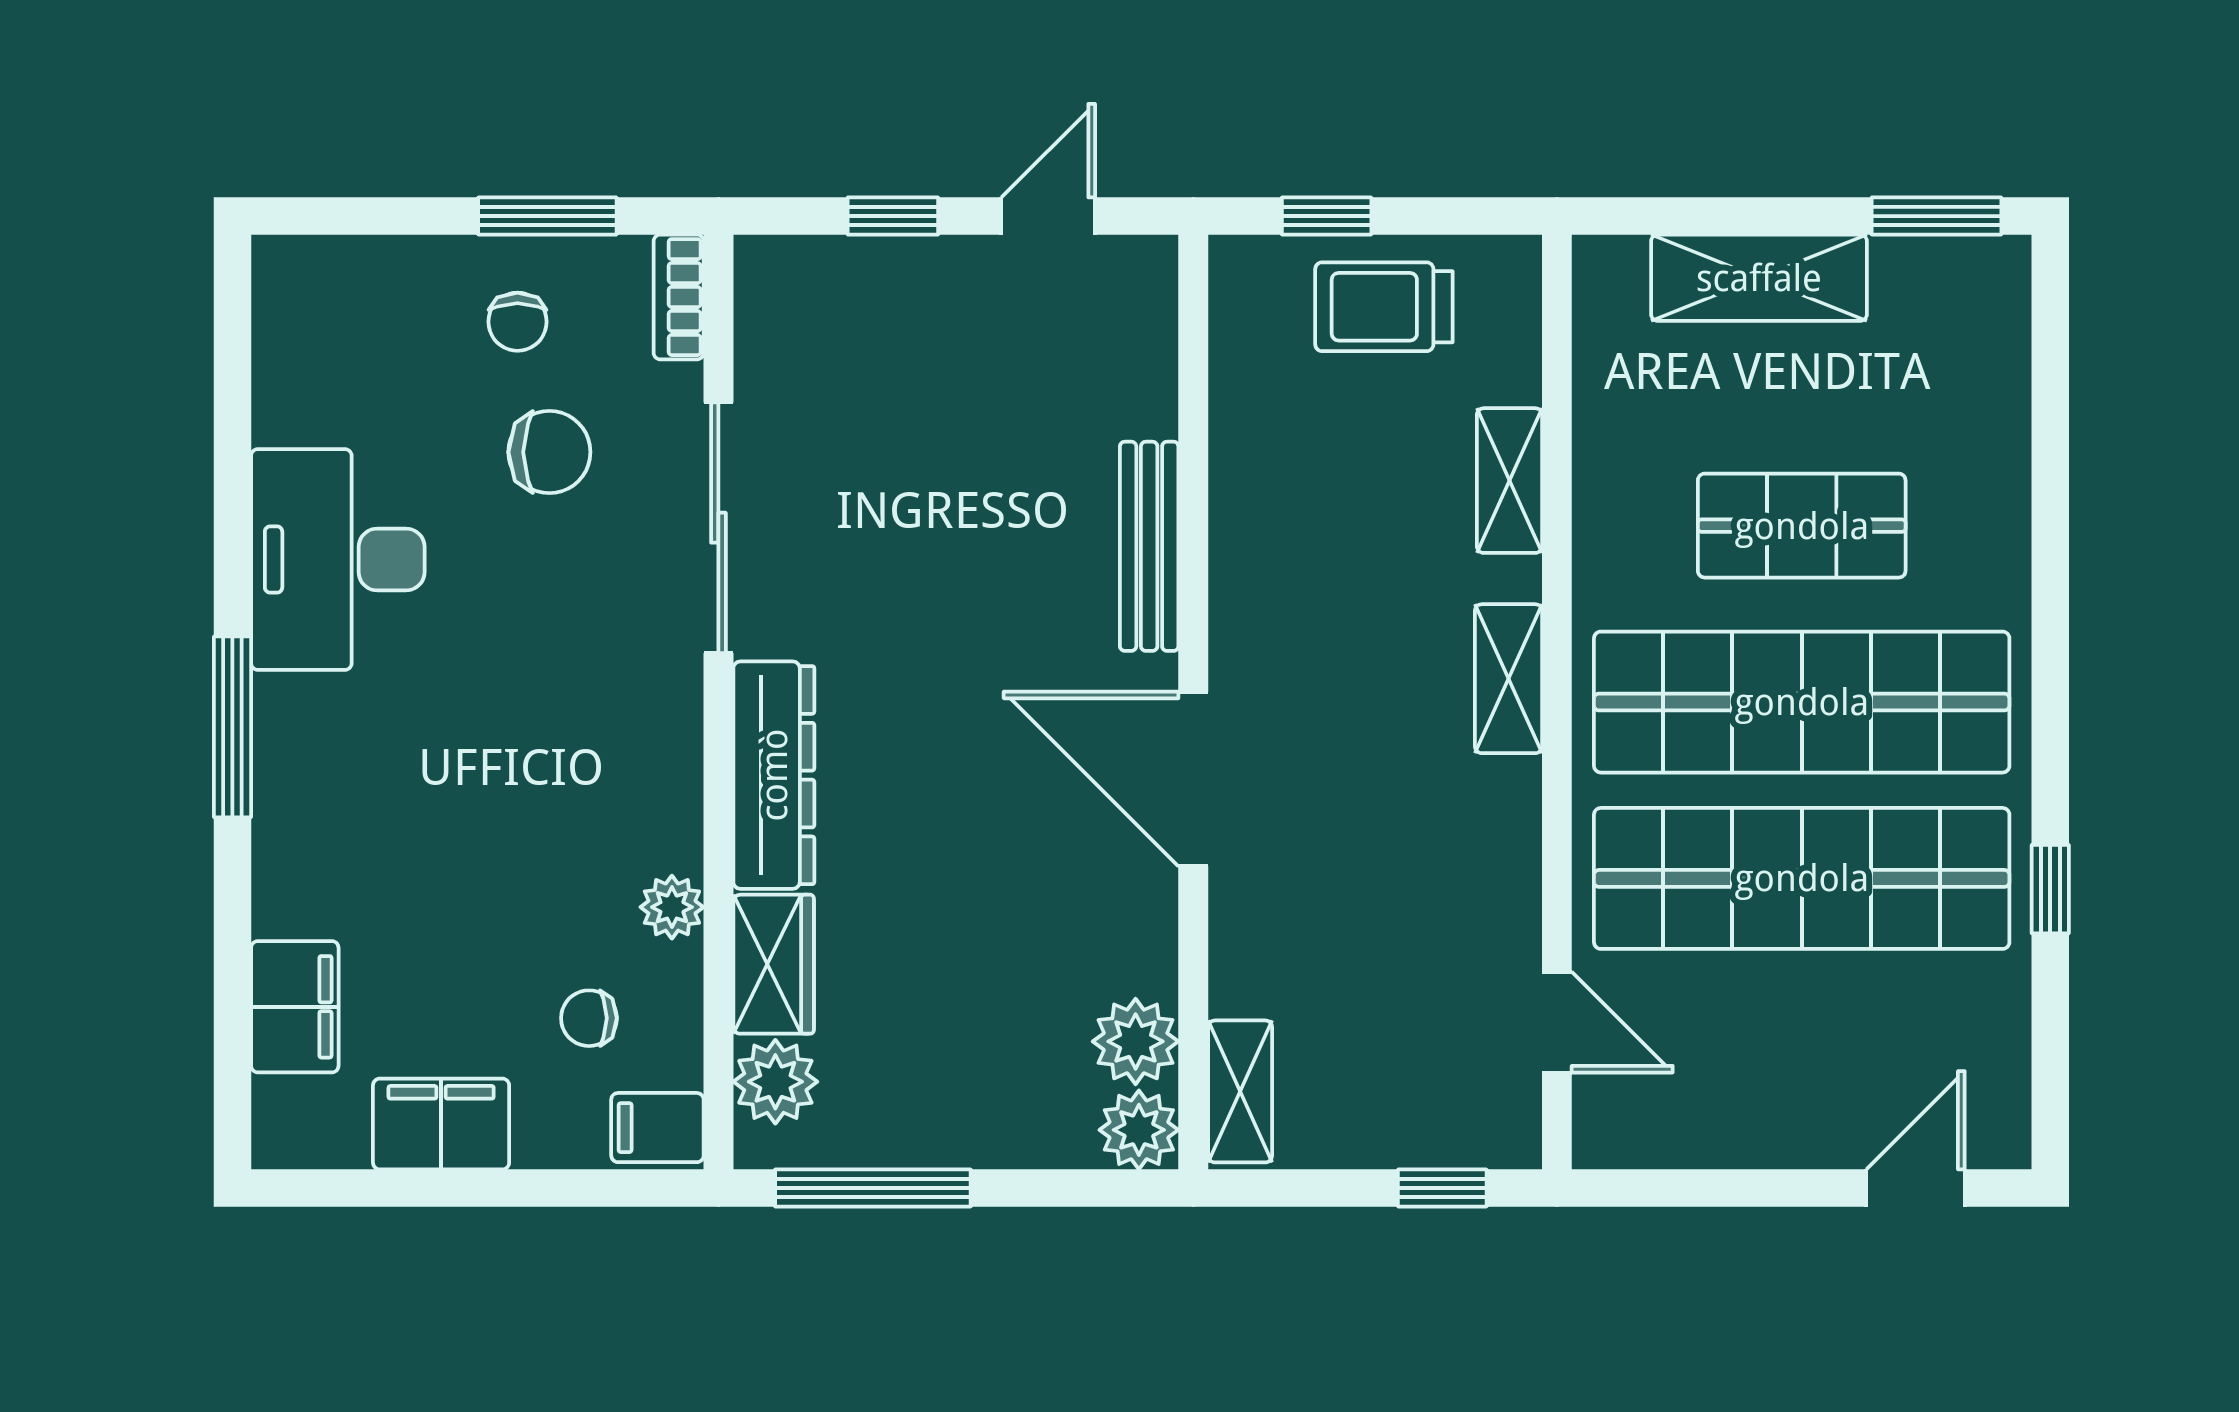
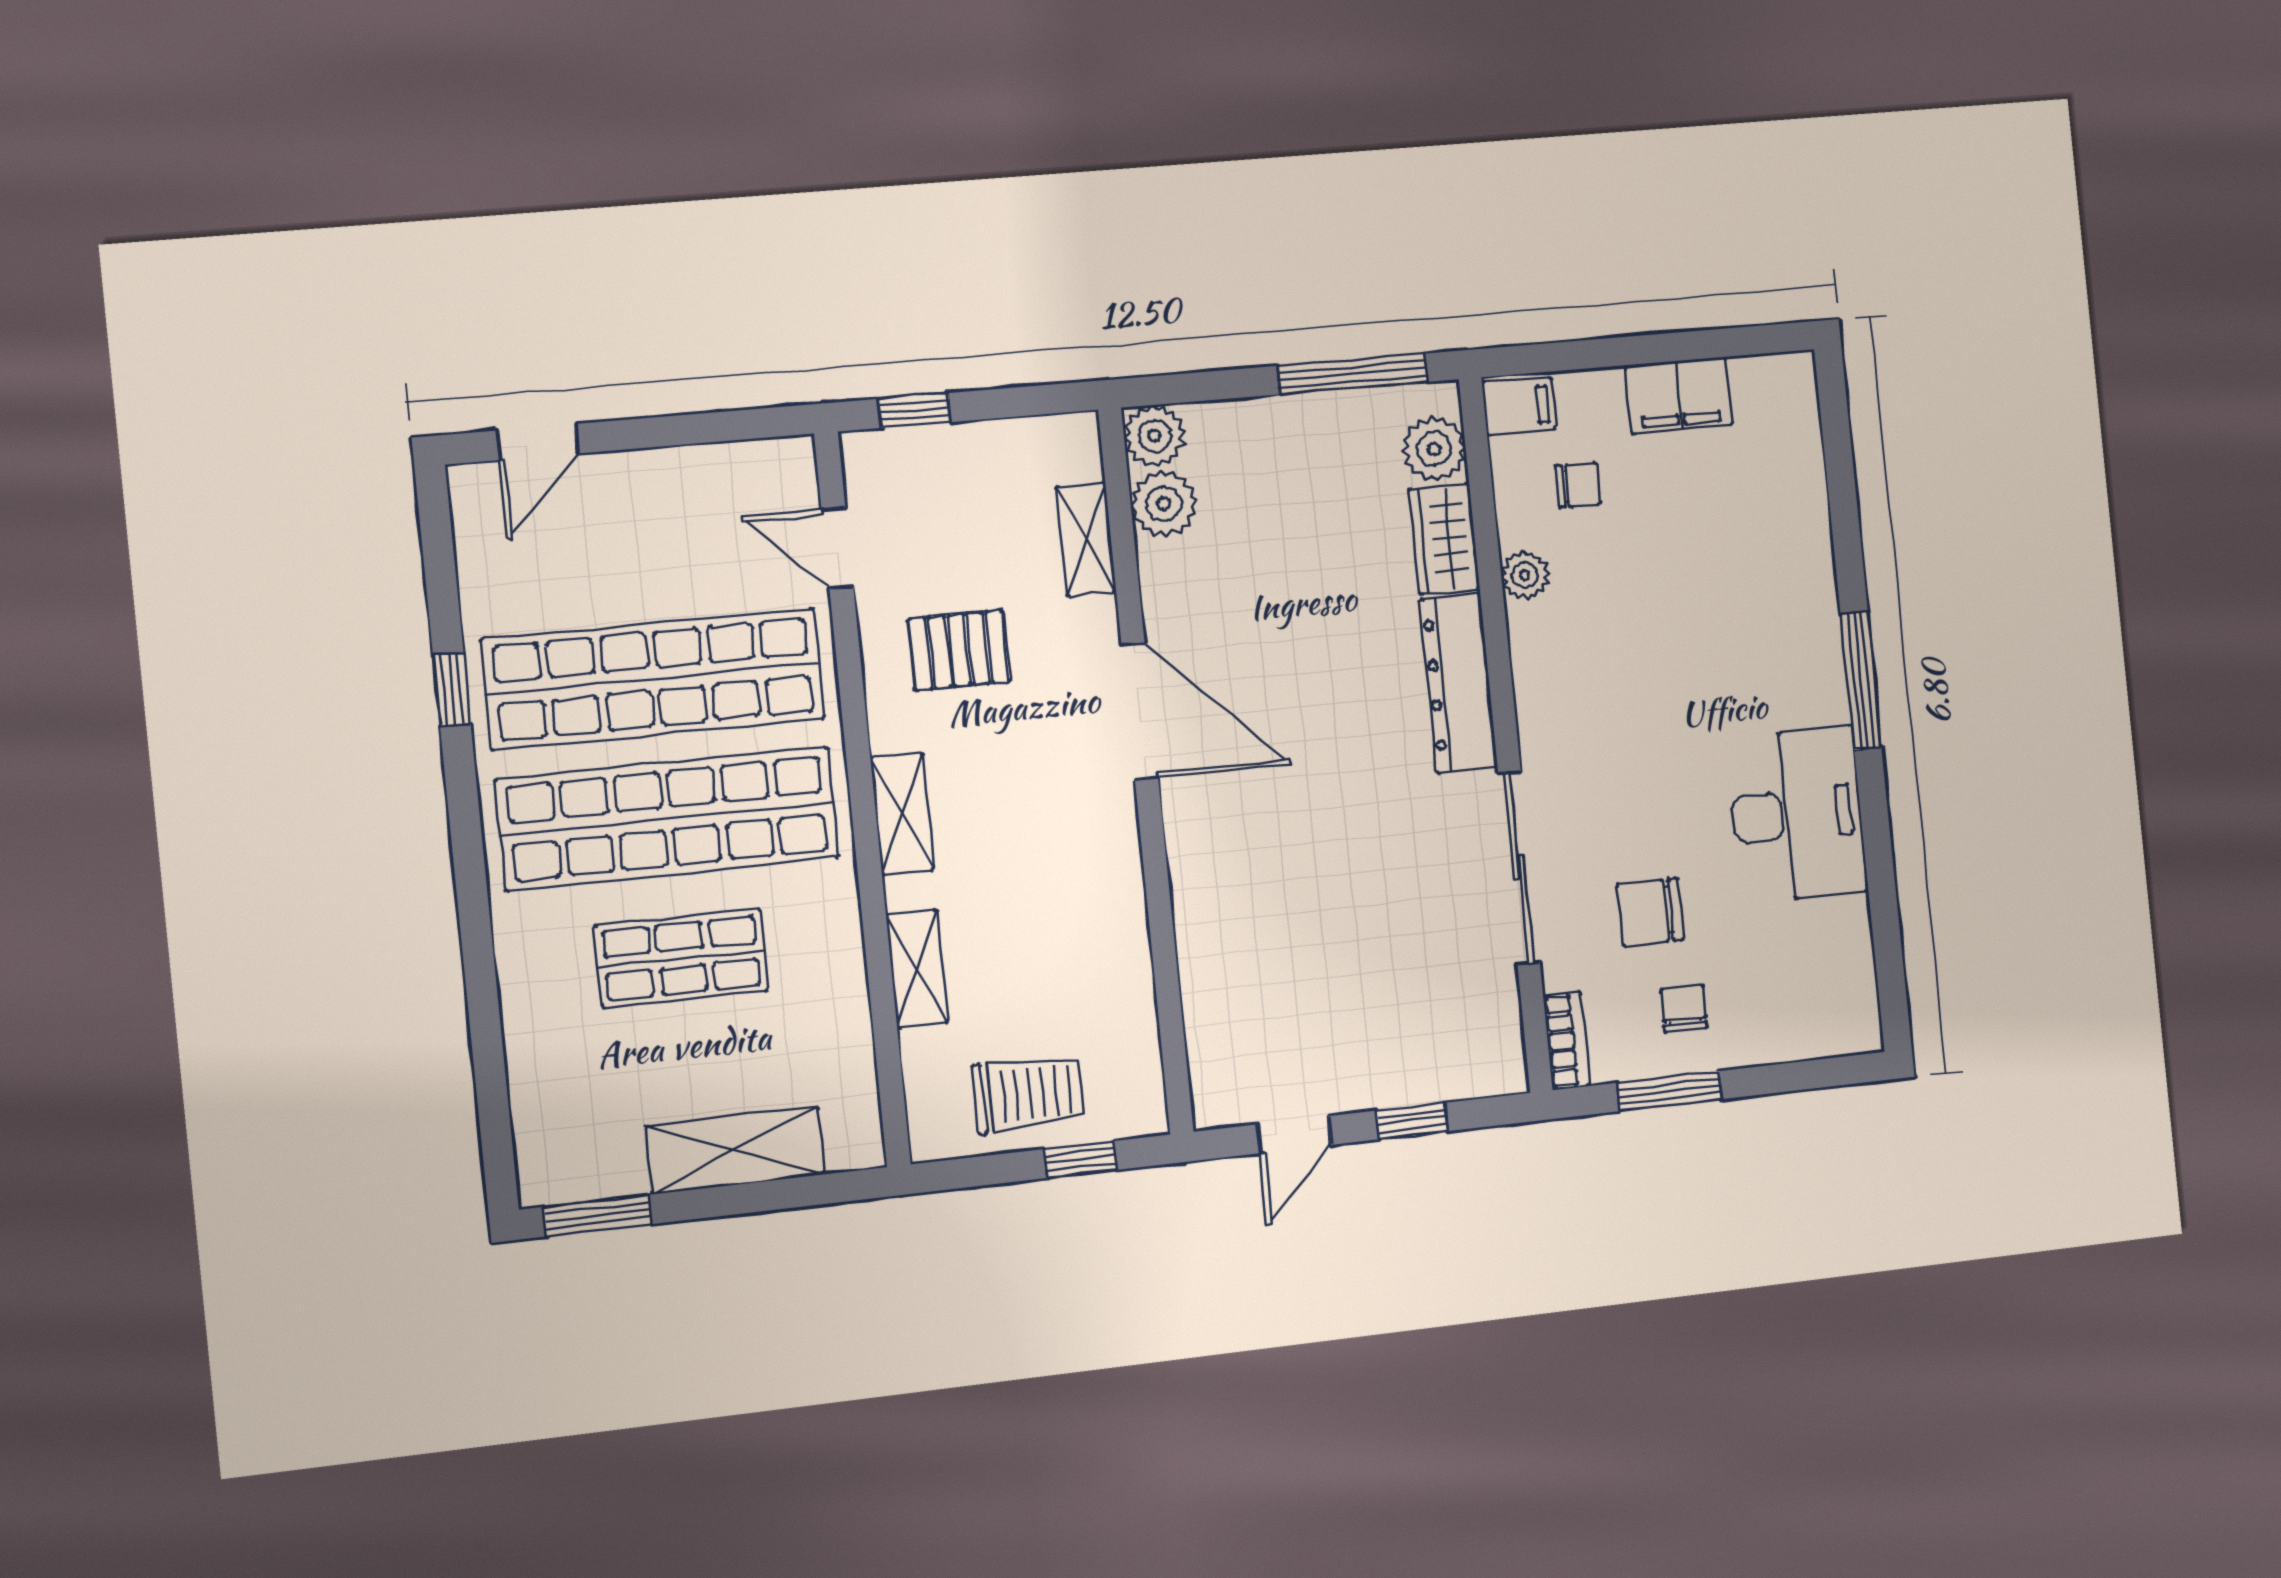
bench: (1149, 546) -> (1192, 888), removed
pallet: (1416, 879) -> (959, 650), added
filing cabinet: (295, 1007) -> (1795, 474), removed
shelving: (1240, 1091) -> (1086, 539), moved

